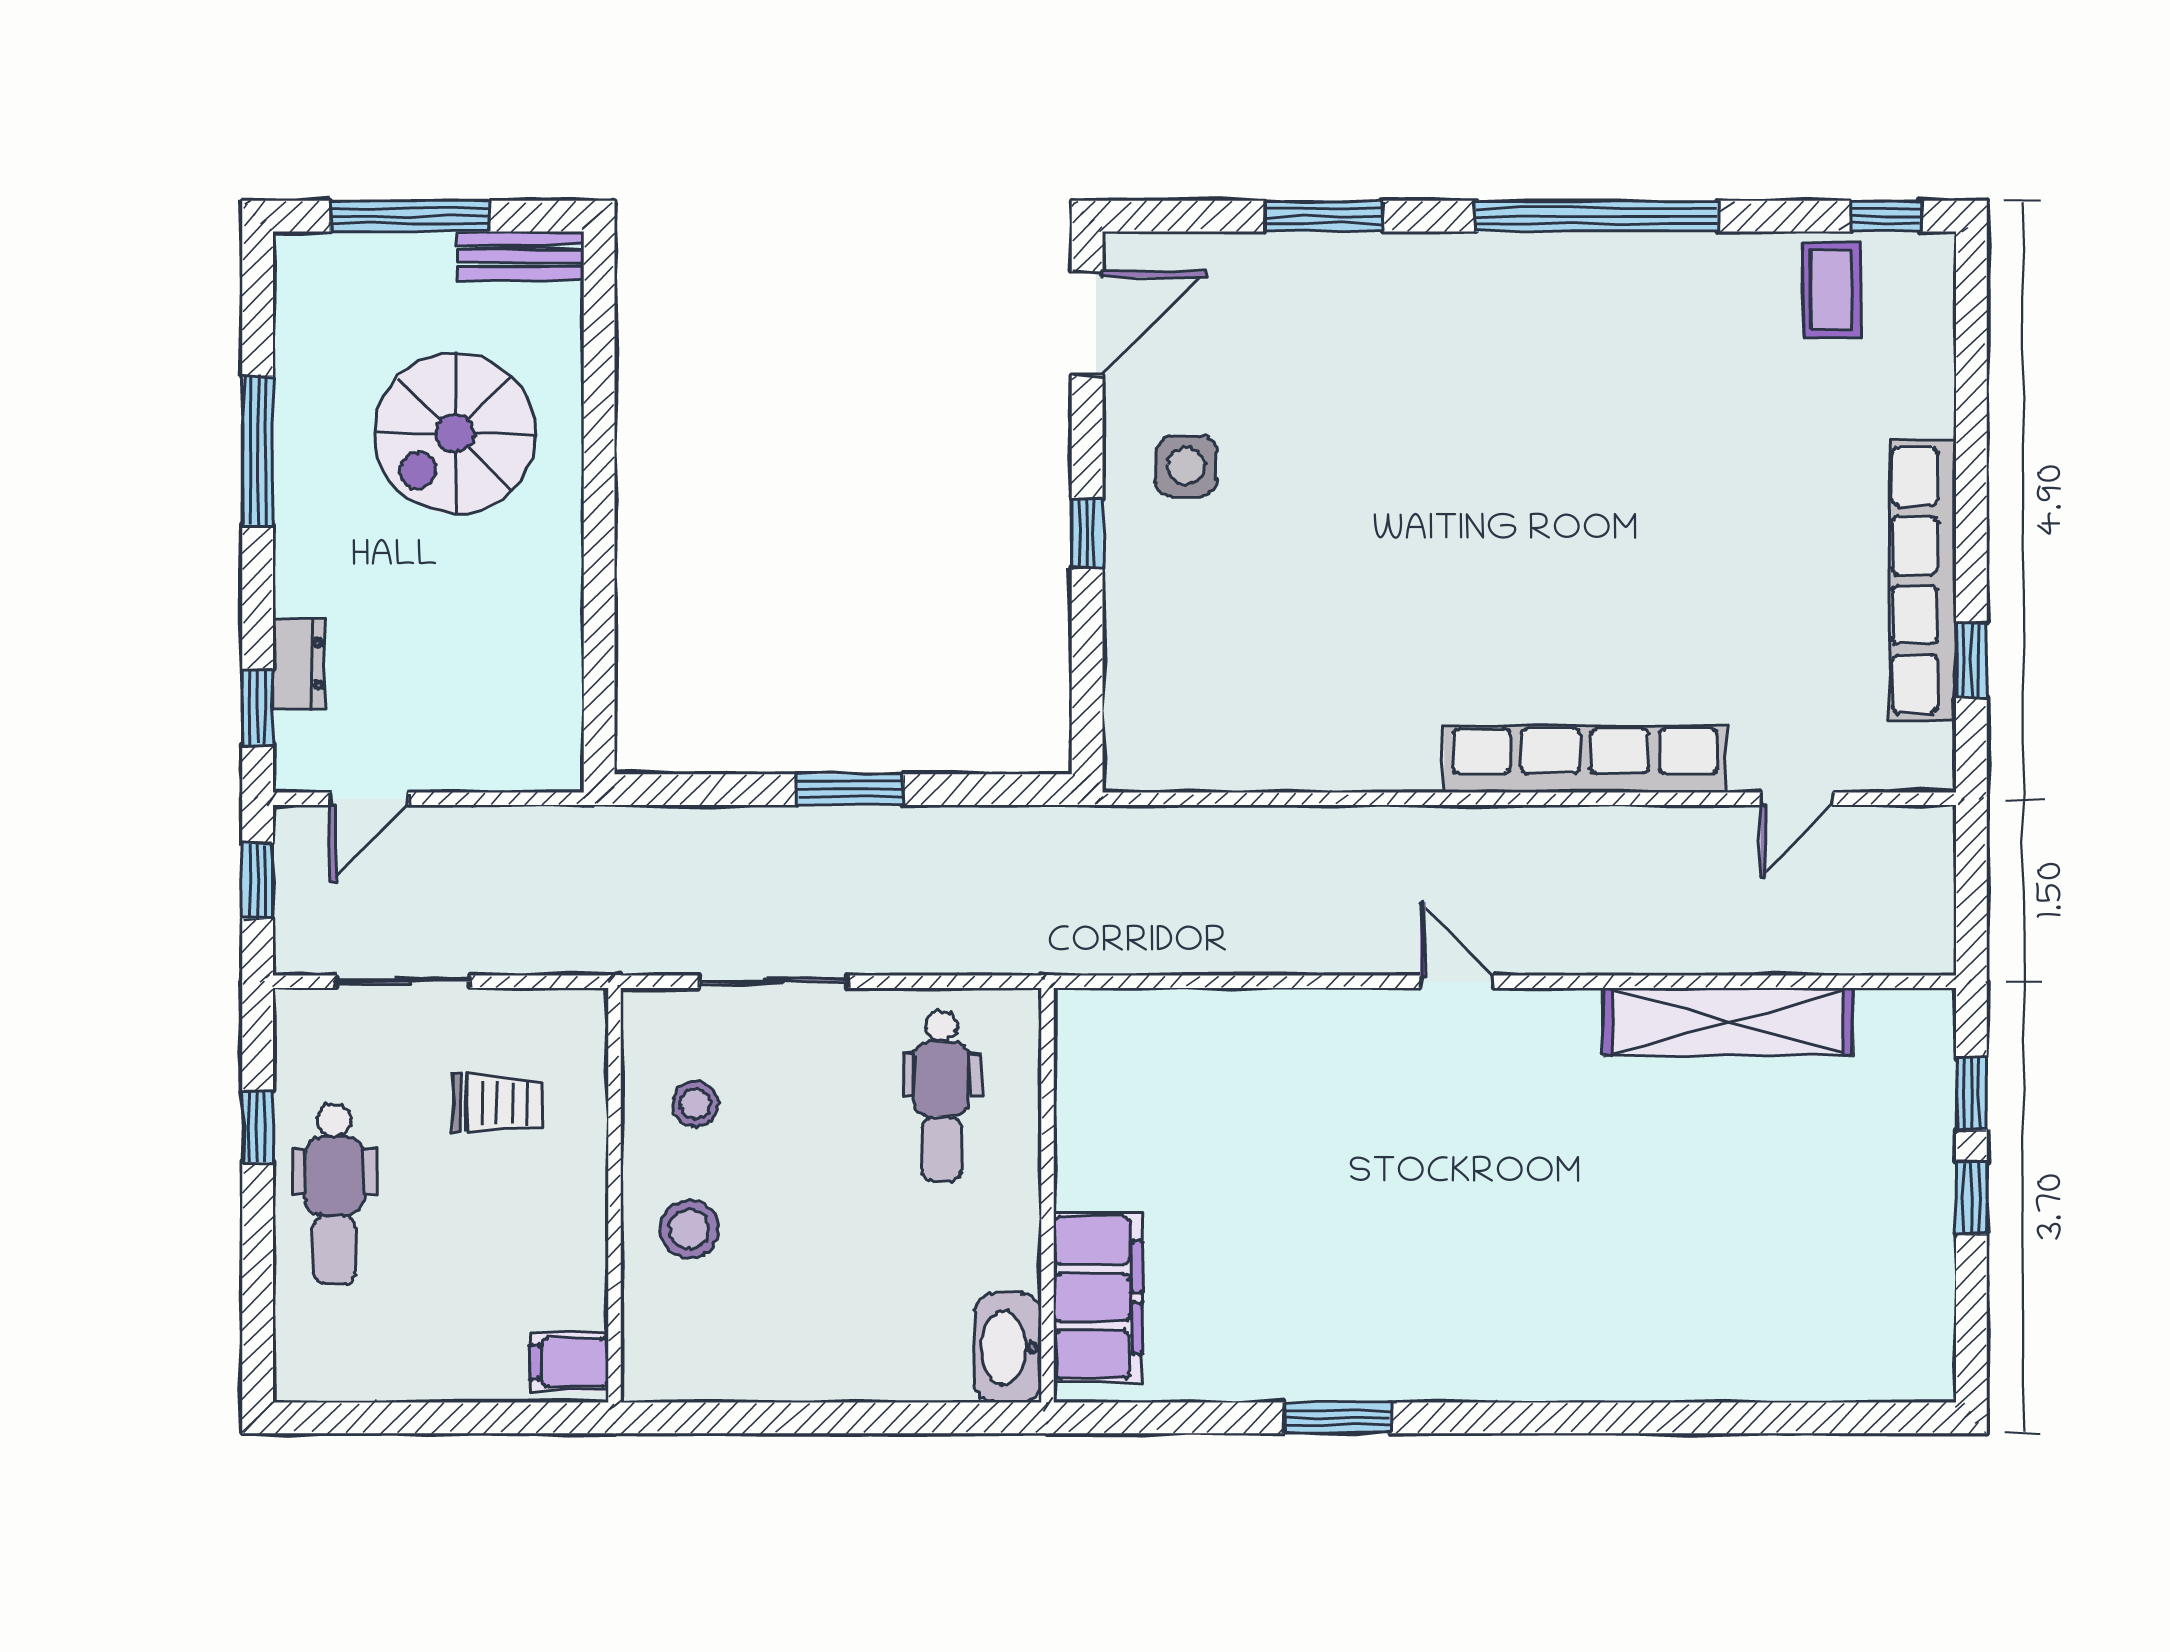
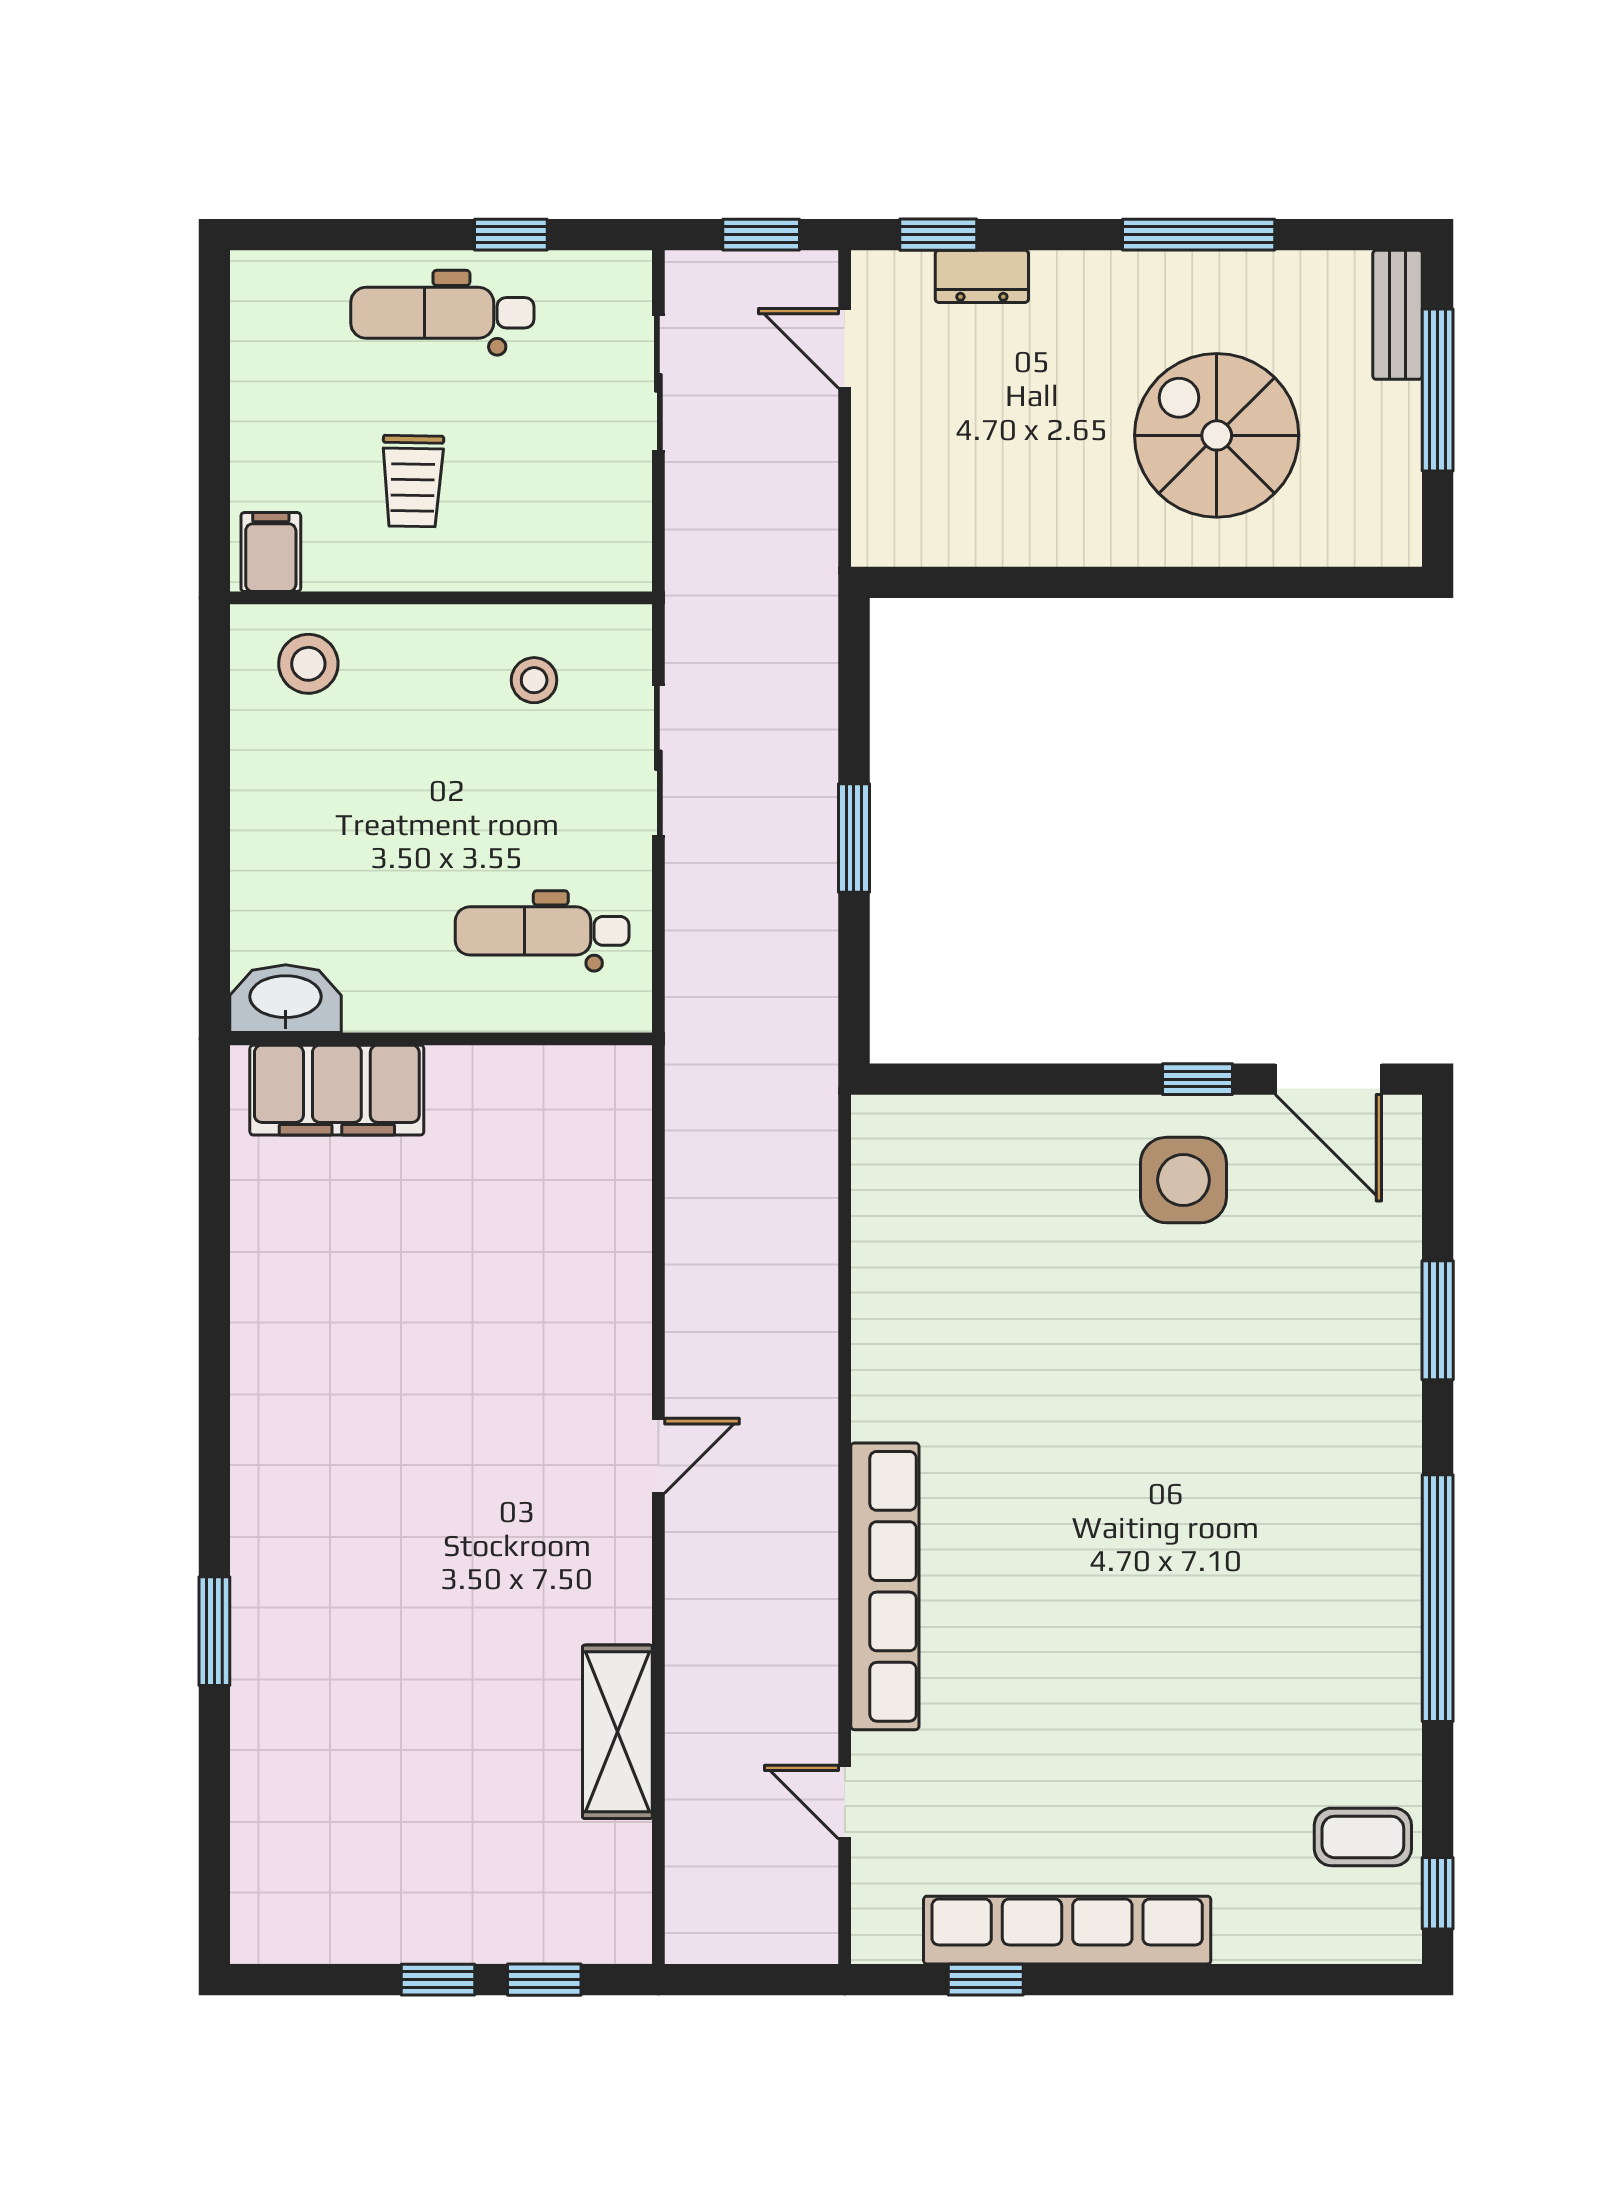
bench: (520, 256) -> (1398, 315), moved
side table: (1186, 466) -> (1183, 1180), width x1.37, depth x1.37
window: (1087, 533) -> (1197, 1079), moved
shelving: (1728, 1022) -> (617, 1732), width x0.68
trolley: (498, 1103) -> (413, 481), moved
stool: (689, 1229) -> (308, 664), moved
window: (1337, 1418) -> (214, 1631), moved

